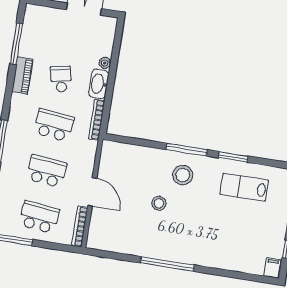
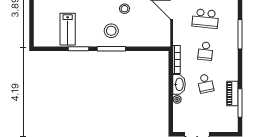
piano: (22, 75) -> (232, 94), moved
school desk: (54, 125) -> (205, 51), width x0.54
lab bench: (244, 187) -> (68, 29), turned 90

